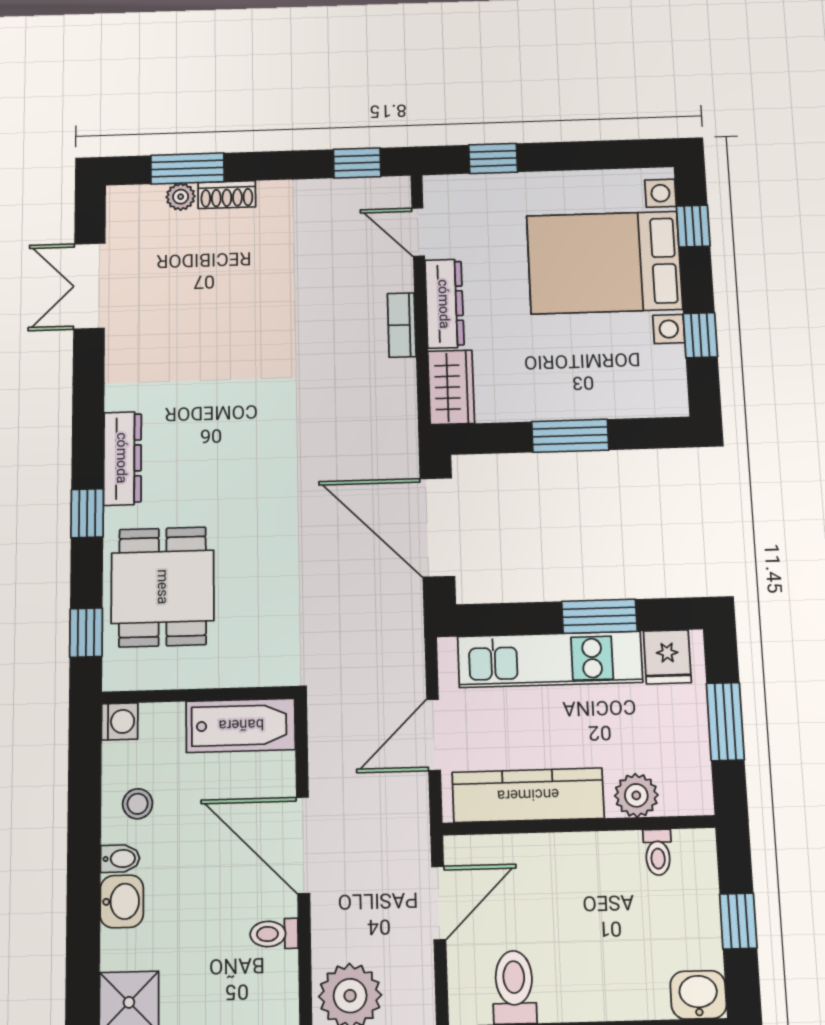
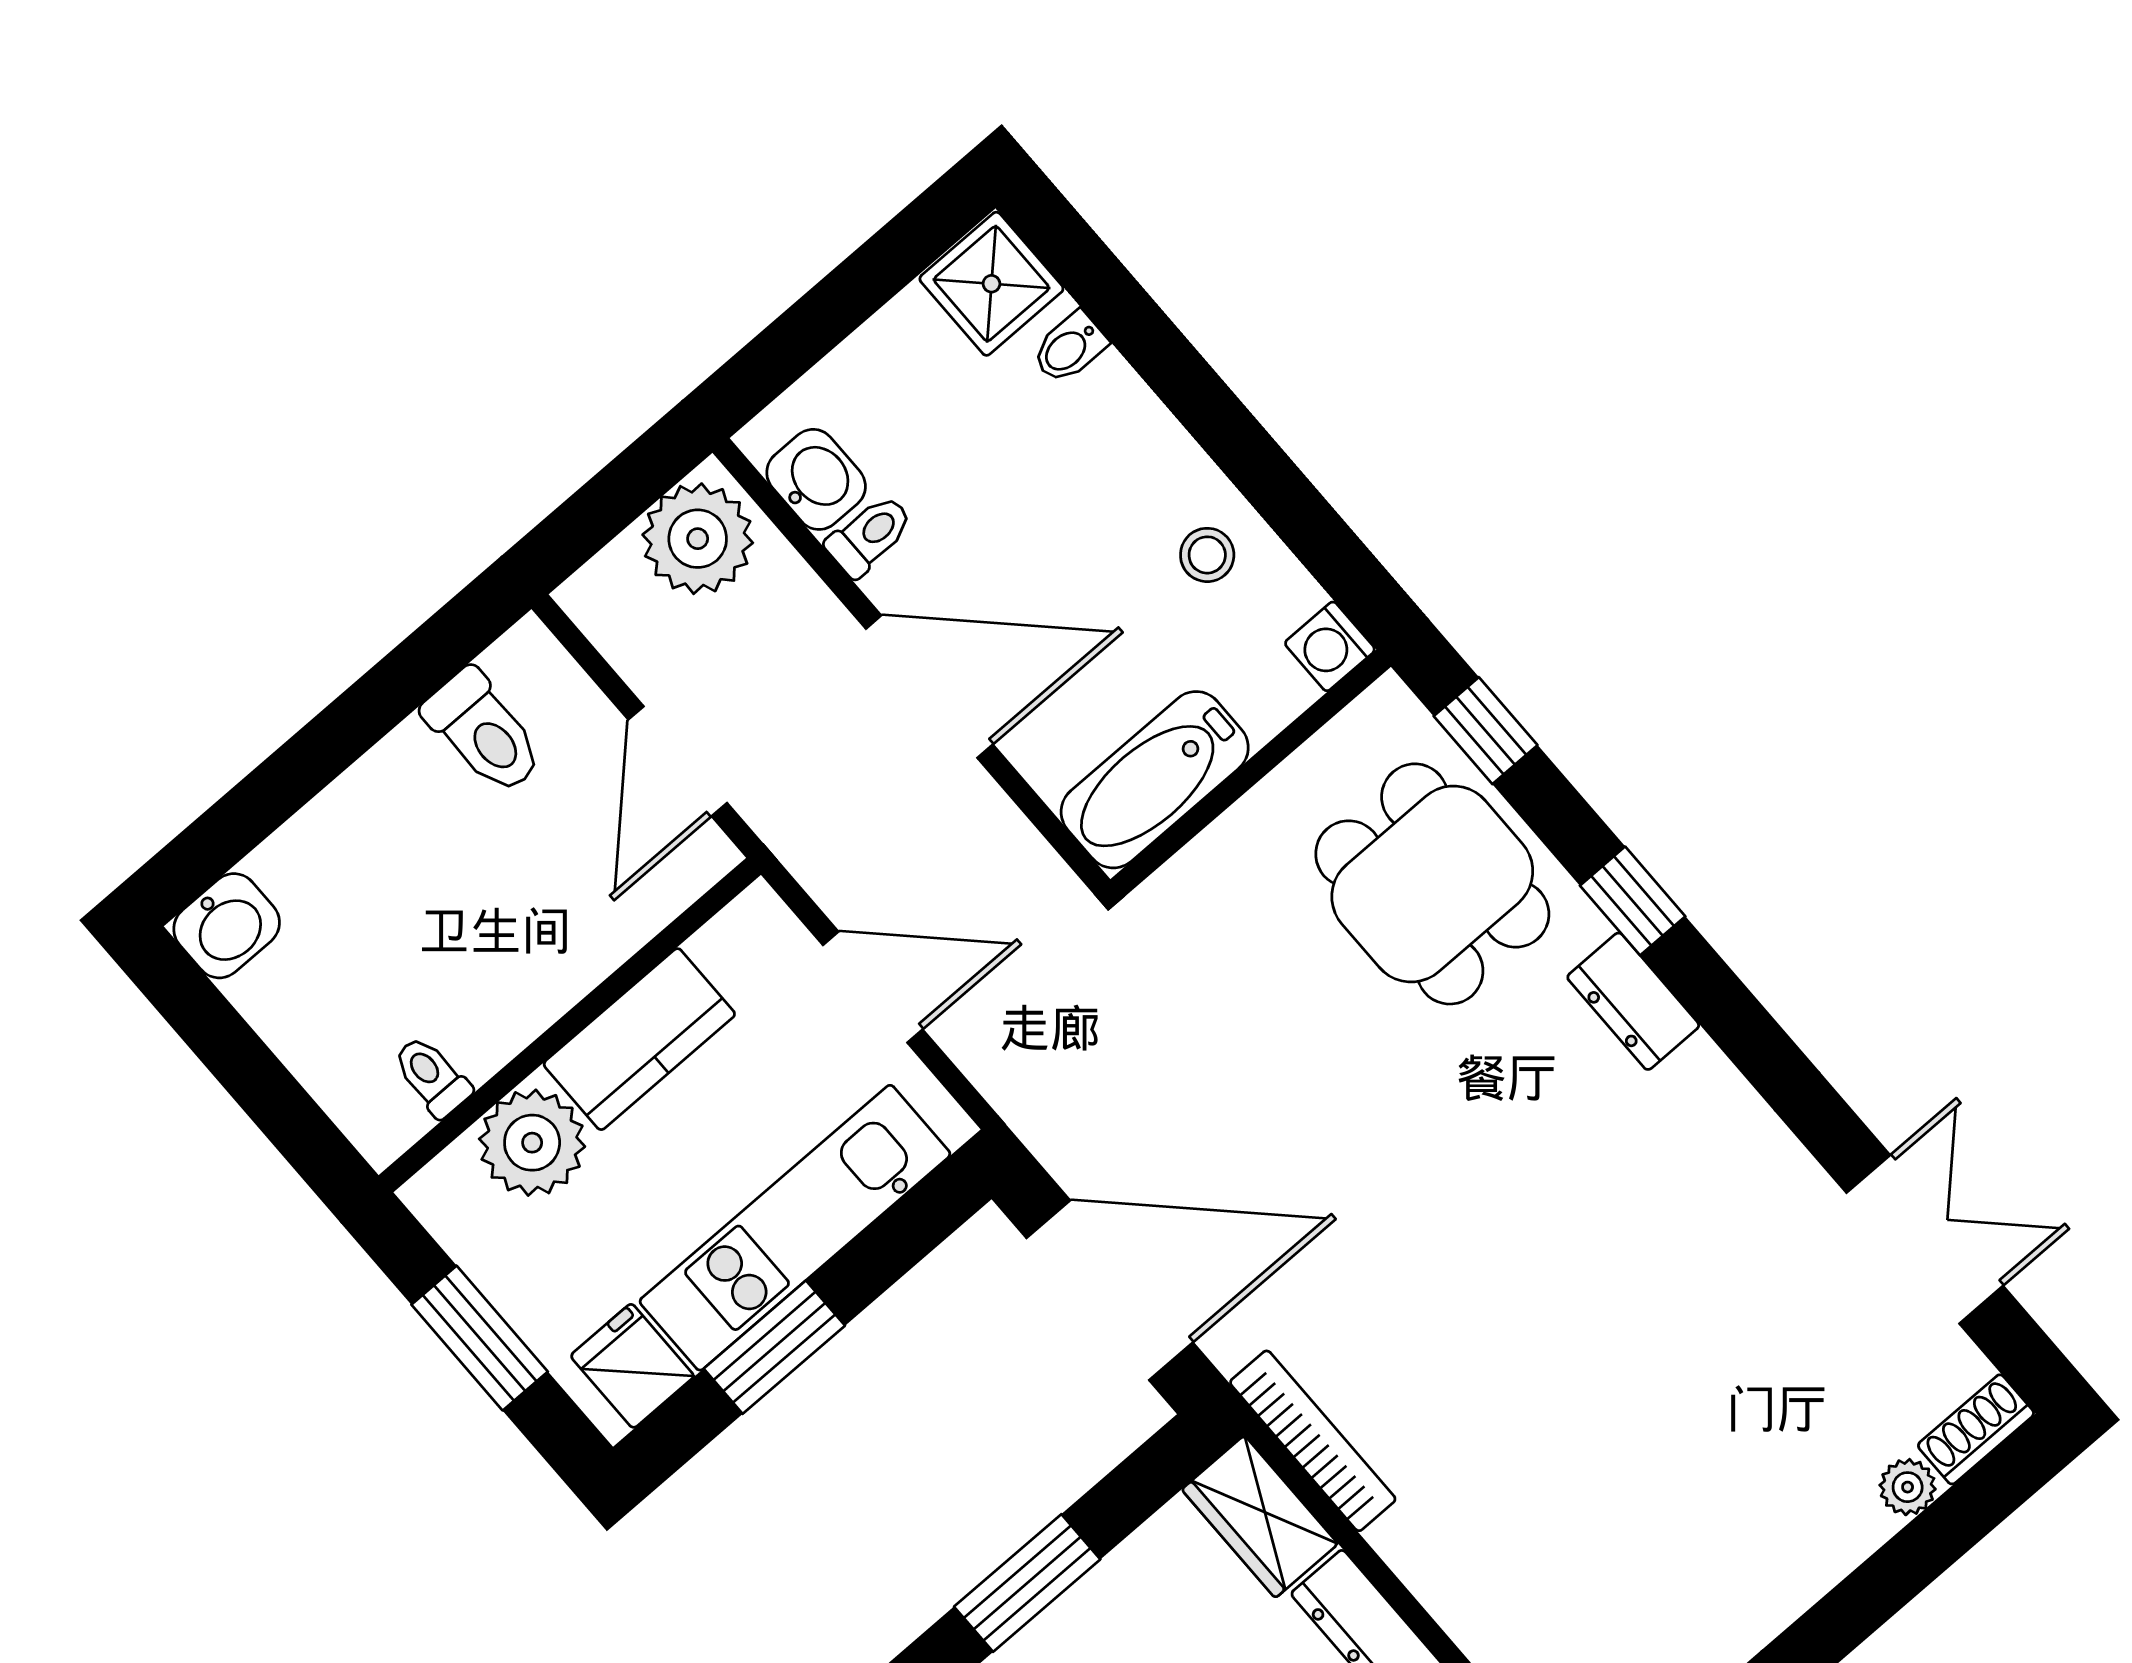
window: (187, 168) -> (1935, 1540), removed
shoe rack: (227, 195) -> (1976, 1429), moved
bookcase: (402, 325) -> (1313, 1441), moved, width x1.56
dresser: (122, 458) -> (1633, 1001), width x0.70
door: (434, 735) -> (873, 987), hinge flipped
kitchen counter: (528, 795) -> (639, 1039), width x0.67
plant: (636, 795) -> (532, 1143), width x1.36, depth x1.36
bidet: (120, 859) -> (1069, 348), moved
washbasin: (122, 901) -> (816, 479), moved, turned 180
window: (738, 921) -> (249, 1071), removed

